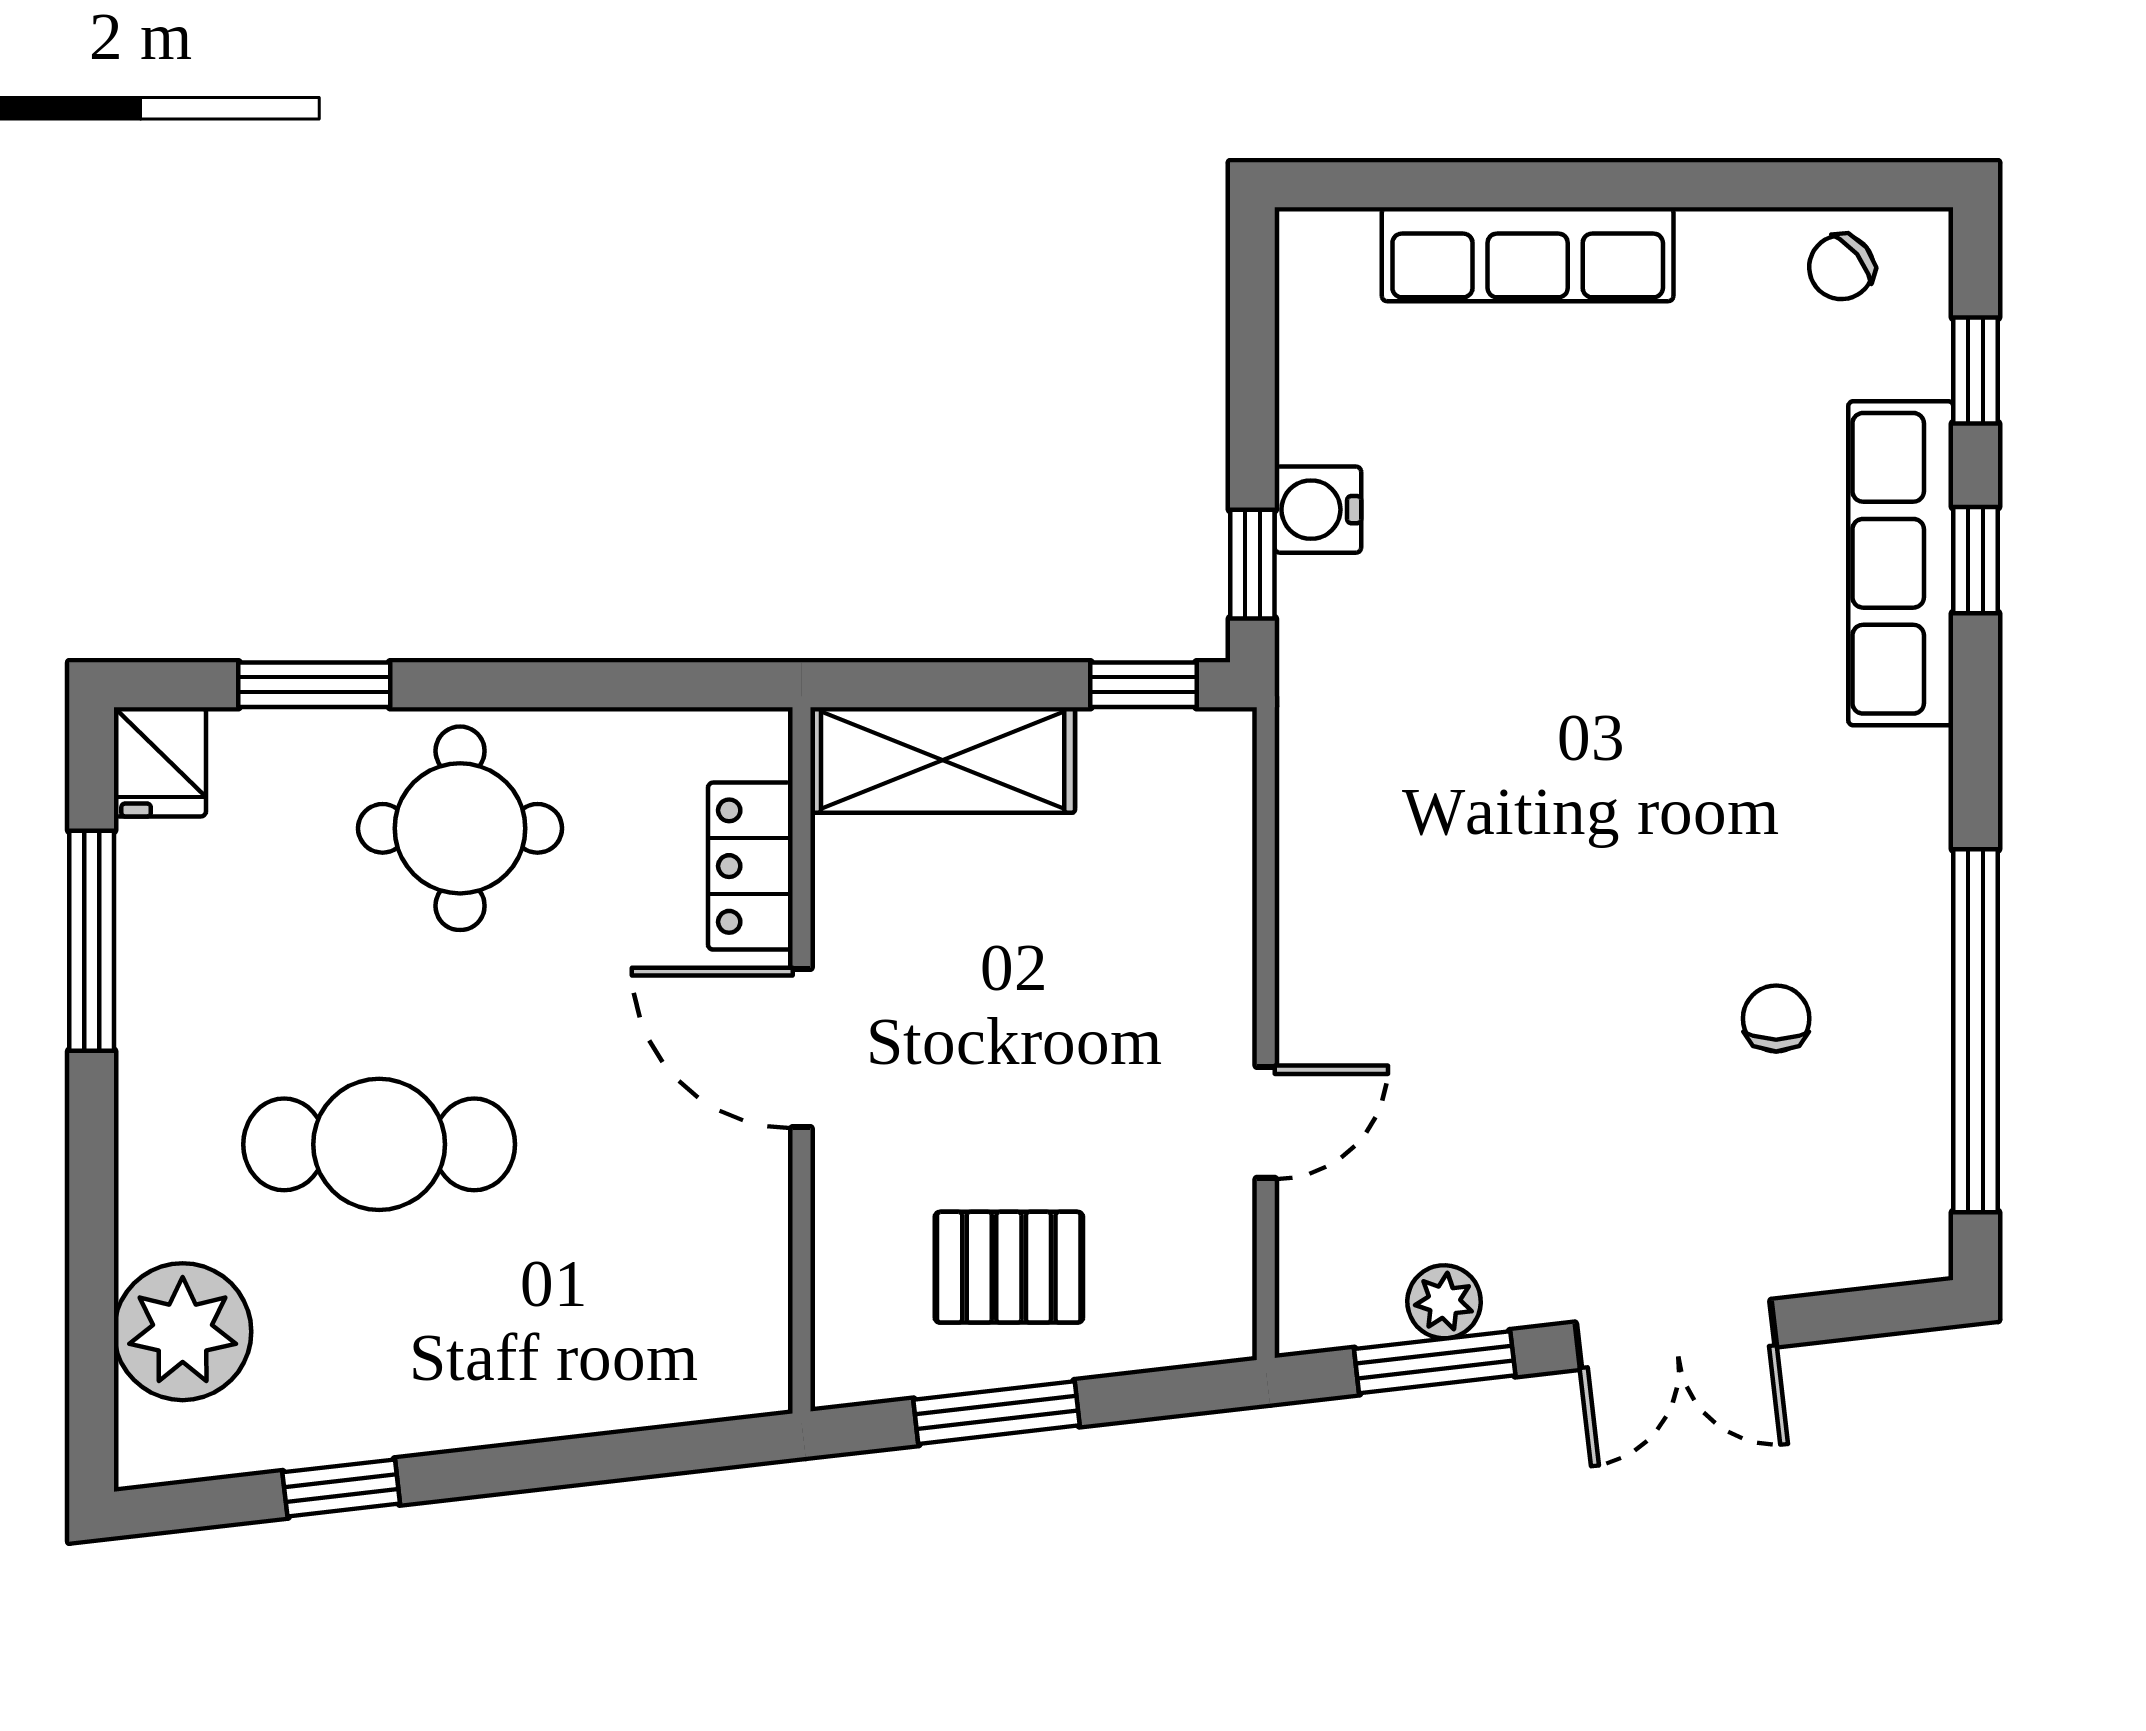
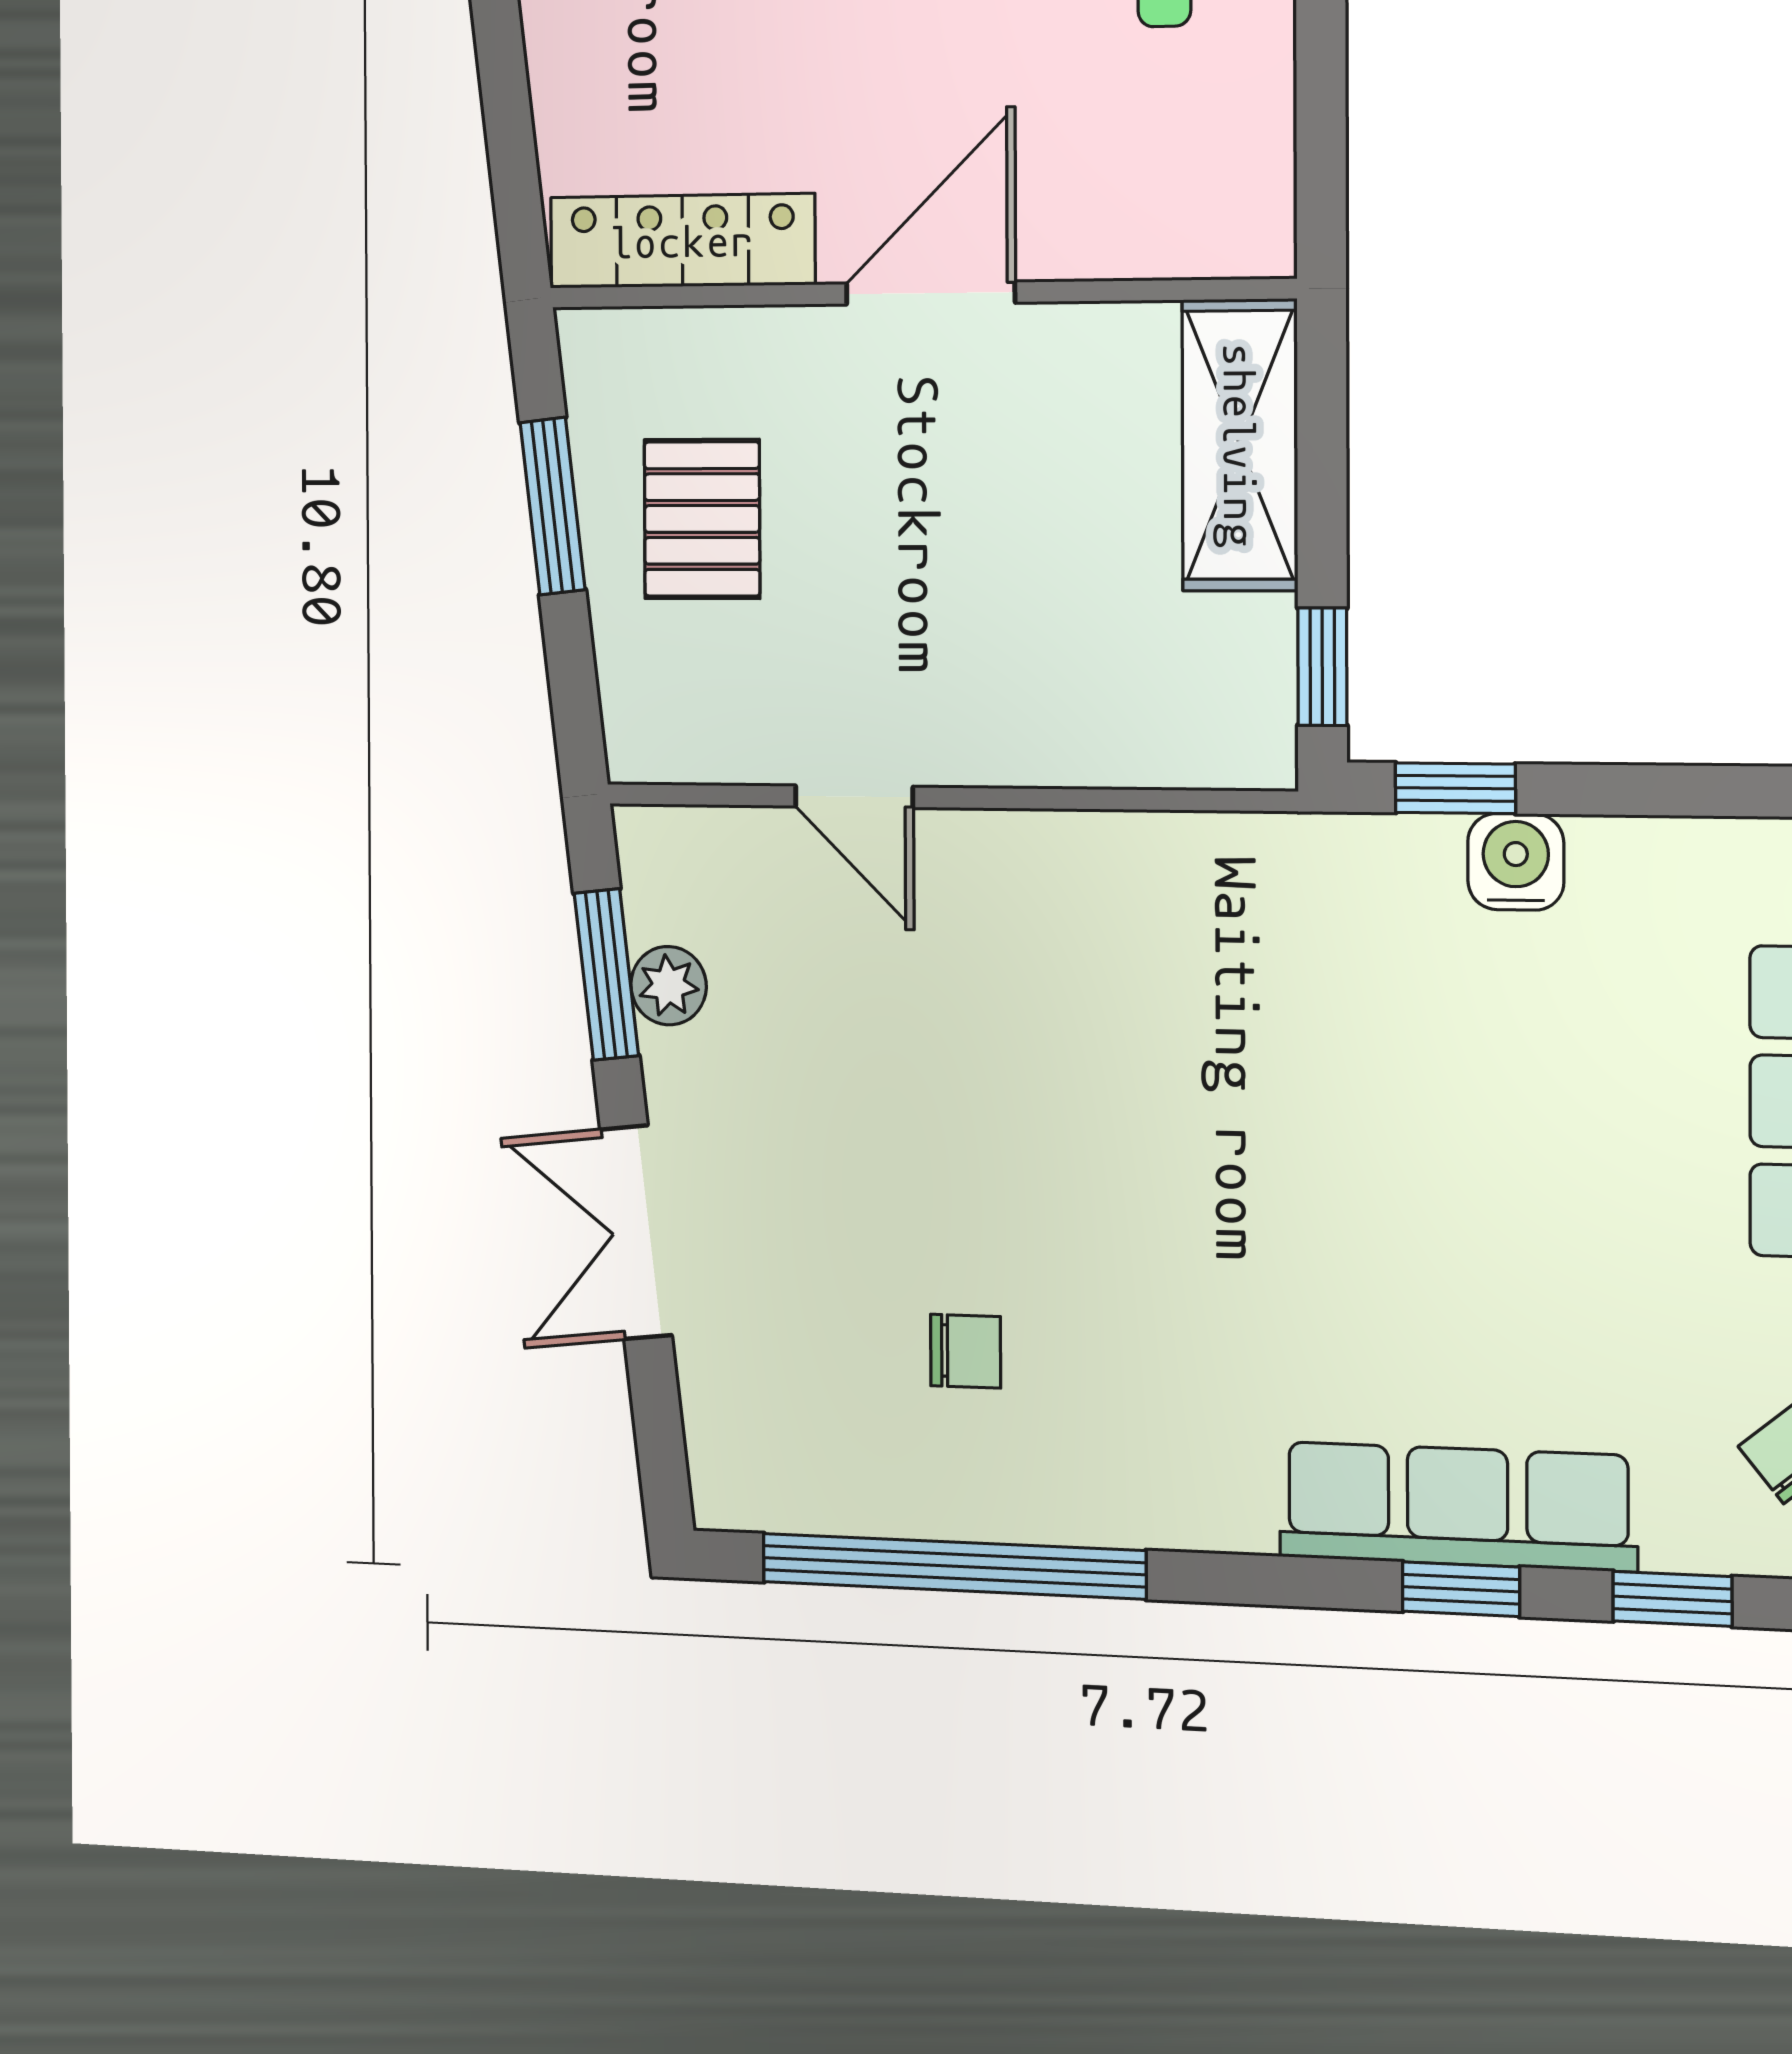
locker: (750, 866) -> (682, 241), moved, width x1.53

